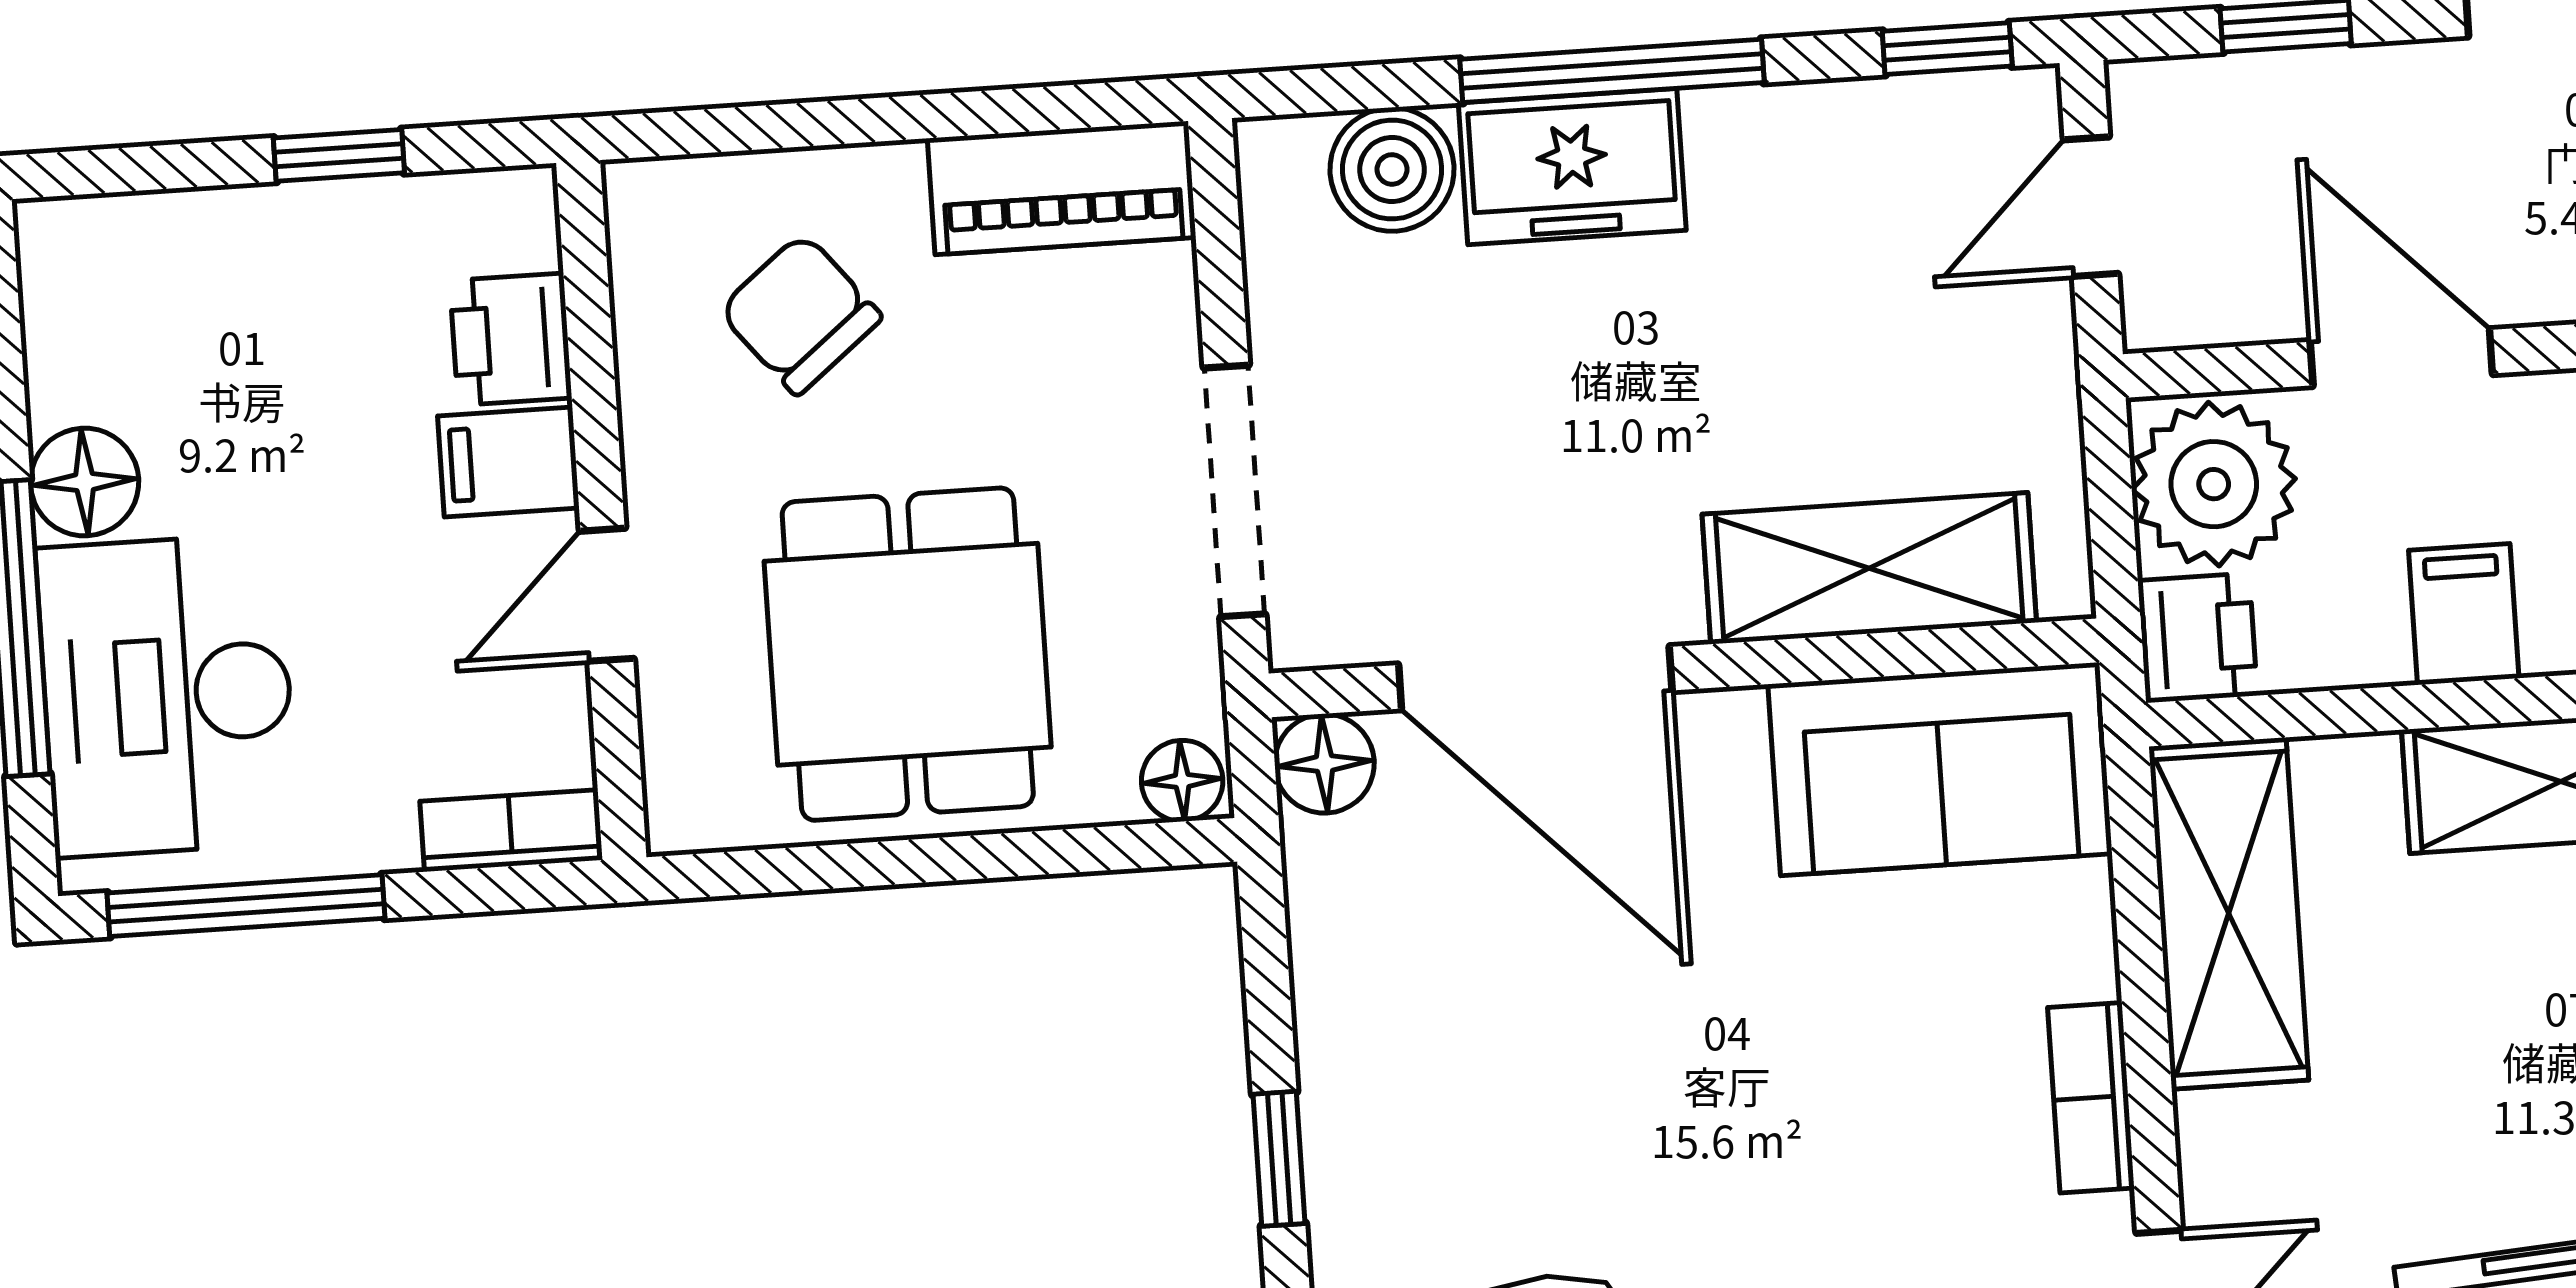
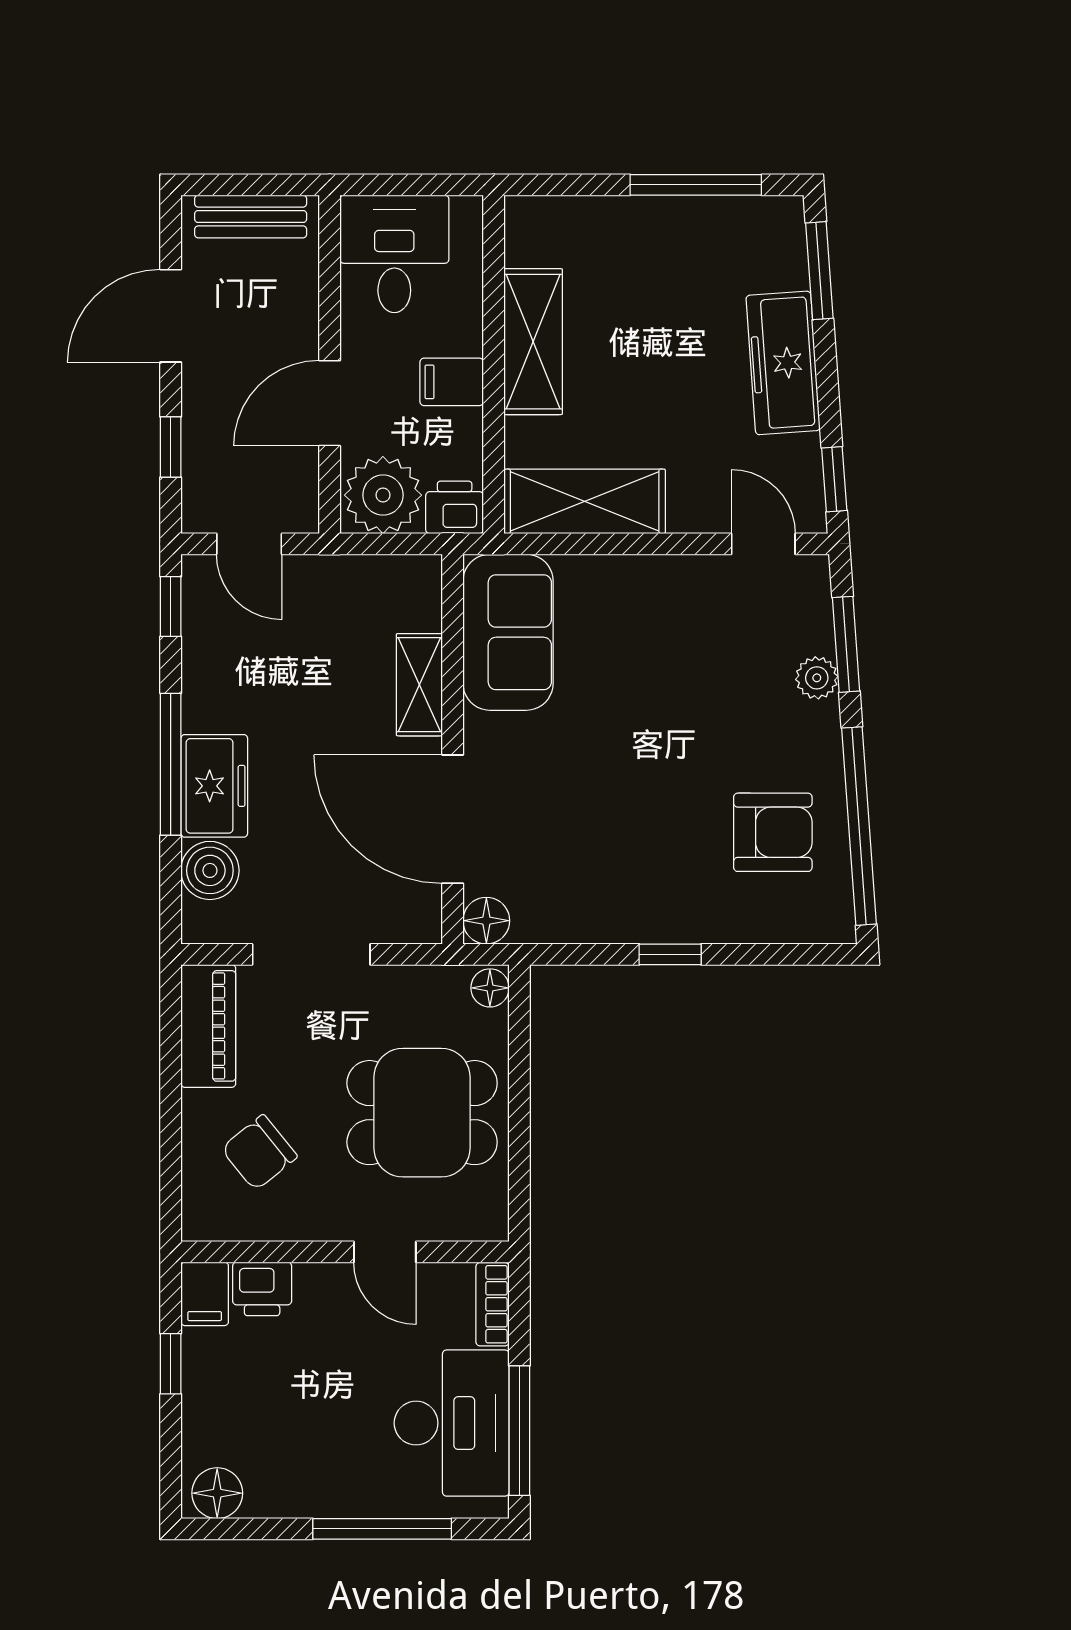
filing cabinet: (508, 462) -> (205, 1294), moved
floor lamp: (85, 482) -> (217, 1493), moved
doorway: (1235, 491) -> (311, 954), moved
shelving: (1869, 568) -> (419, 685), width x0.67, depth x0.75
door: (1535, 678) -> (453, 819), swing flipped
desk: (167, 695) -> (452, 1423), moved, turned -90
bookcase: (2091, 1098) -> (667, 572), removed

